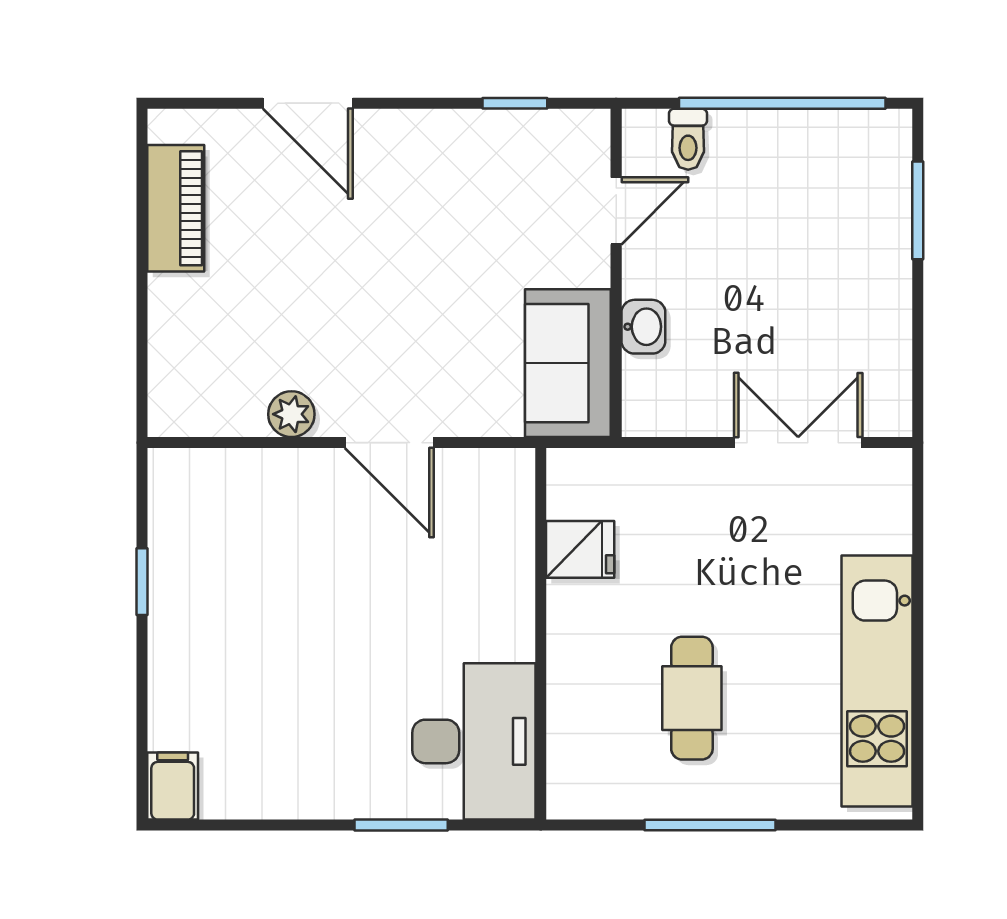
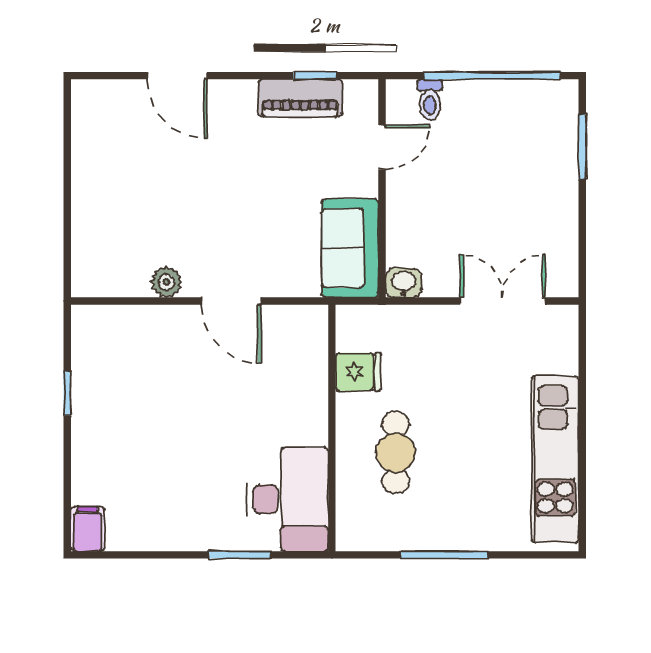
piano: (176, 208) -> (300, 98), moved, turned 90
washbasin: (643, 327) -> (403, 283), moved, turned -90
cafe table: (692, 698) -> (396, 453), moved

